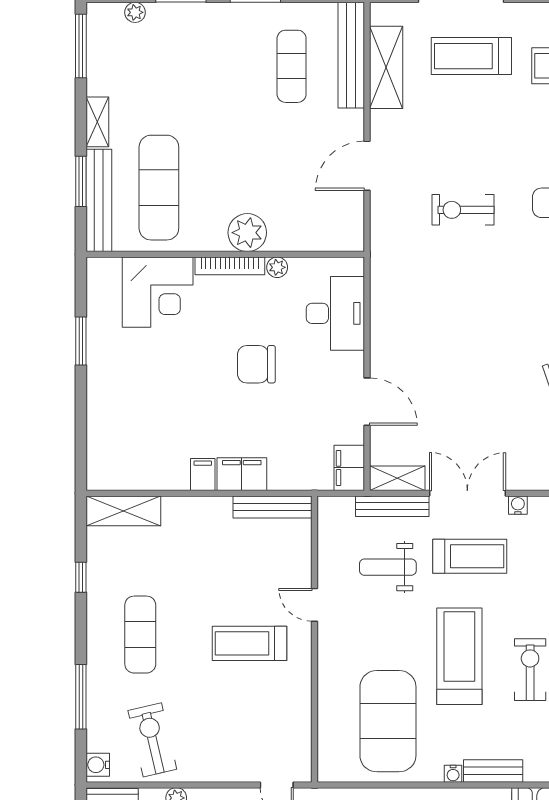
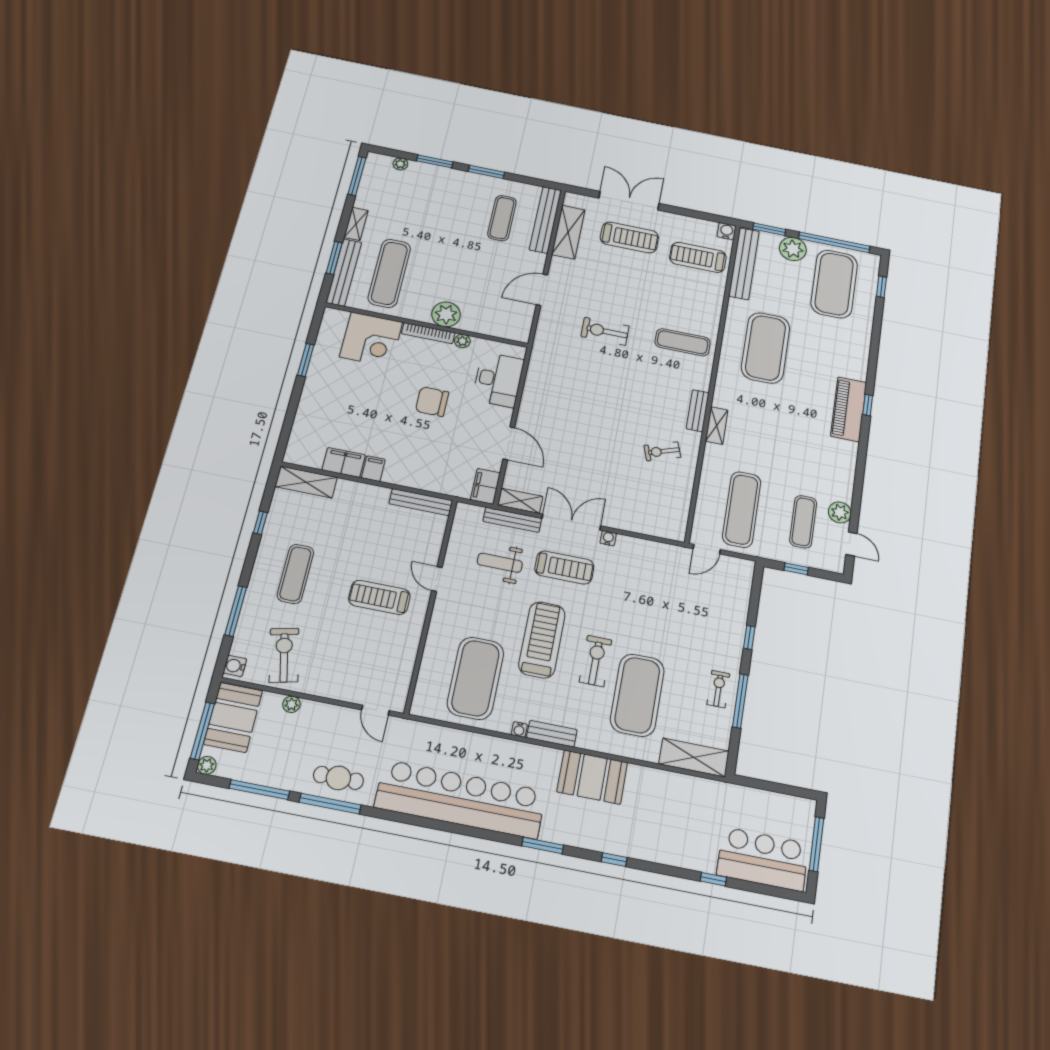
treadmill: (471, 56) -> (629, 237), turned 180
filing cabinet: (242, 474) -> (344, 463), moved

